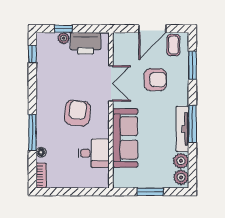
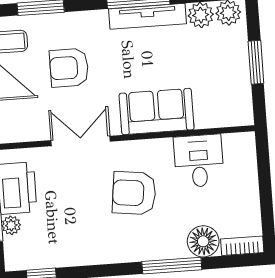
armchair: (155, 80) -> (69, 68), turned -90
sofa: (125, 138) -> (157, 112), width x0.73
floor lamp: (41, 152) -> (203, 241), width x1.89, depth x1.89

